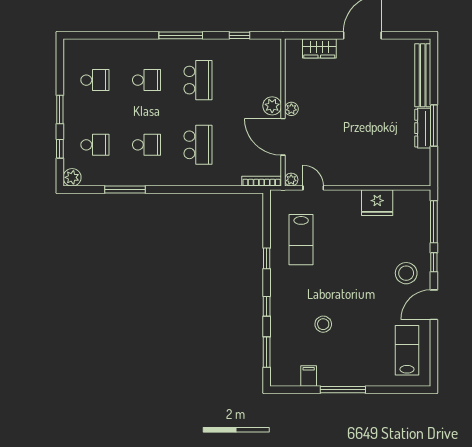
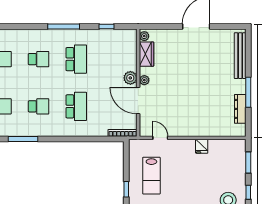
wardrobe: (319, 48) -> (146, 54), moved, turned -90
dresser: (423, 128) -> (240, 109), moved
plant: (291, 180) -> (144, 36), moved
fridge: (377, 203) -> (202, 146), width x0.53, depth x0.75
window: (434, 222) -> (248, 163), width x0.69

